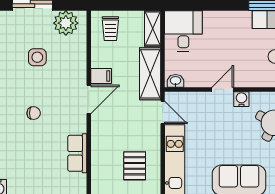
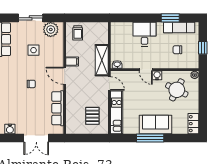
shelving: (153, 29) -> (103, 33), removed
desk: (183, 31) -> (144, 34), moved
door: (223, 89) -> (146, 70), swing flipped
door: (89, 99) -> (65, 76), swing flipped
row of seats: (77, 153) -> (58, 108), width x1.48

